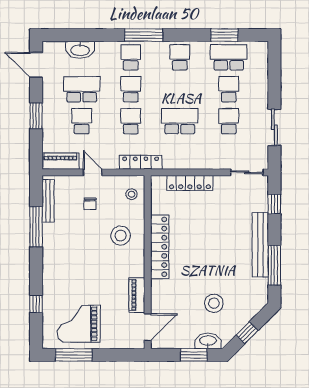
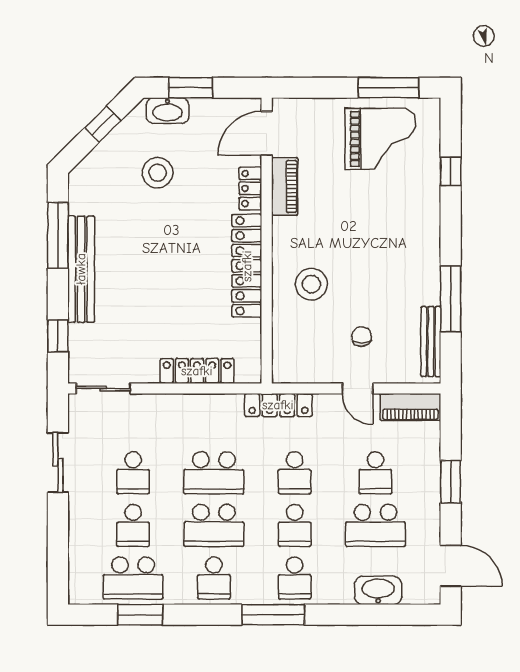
school desk: (180, 89) -> (214, 525), added
stool: (132, 194) -> (293, 352), removed
locker: (158, 294) -> (250, 188), added

